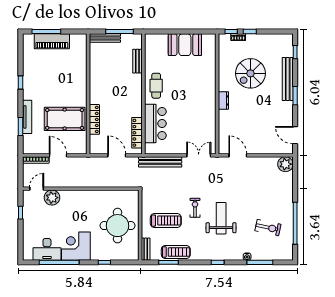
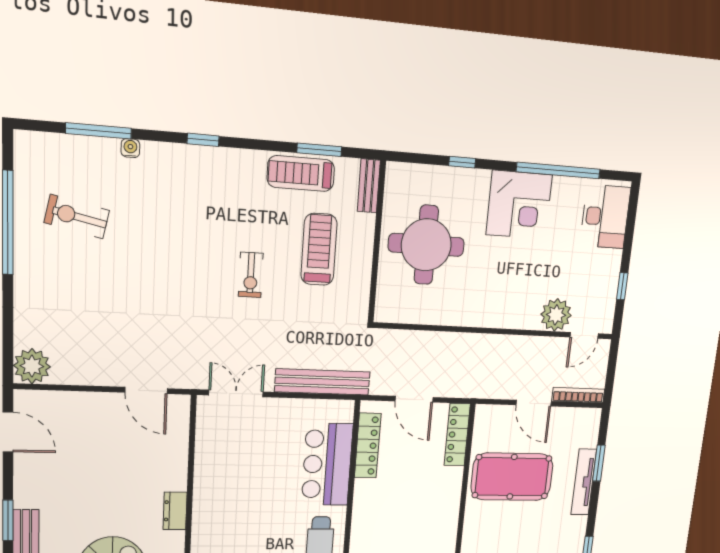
locker: (94, 119) -> (457, 435), moved
double door: (199, 155) -> (236, 393), swing flipped
weight bench: (221, 218) -> (191, 247), removed
treadmill: (166, 221) -> (319, 249), turned 90
desk: (47, 249) -> (605, 217), moved, turned 90

